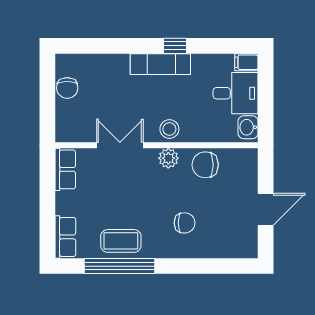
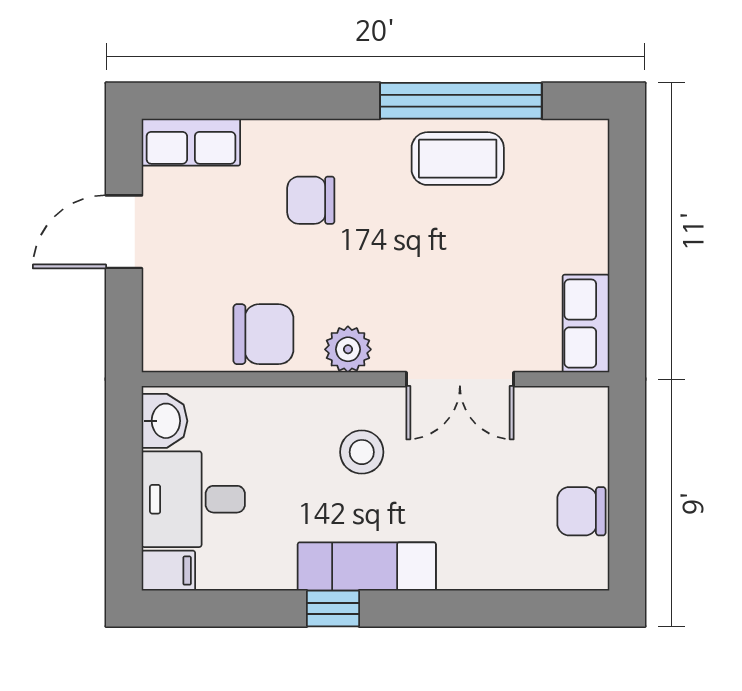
chair: (67, 88) -> (581, 511), turned -90
stool: (169, 129) -> (362, 452), moved
row of seats: (65, 237) -> (191, 142), moved, turned -90

